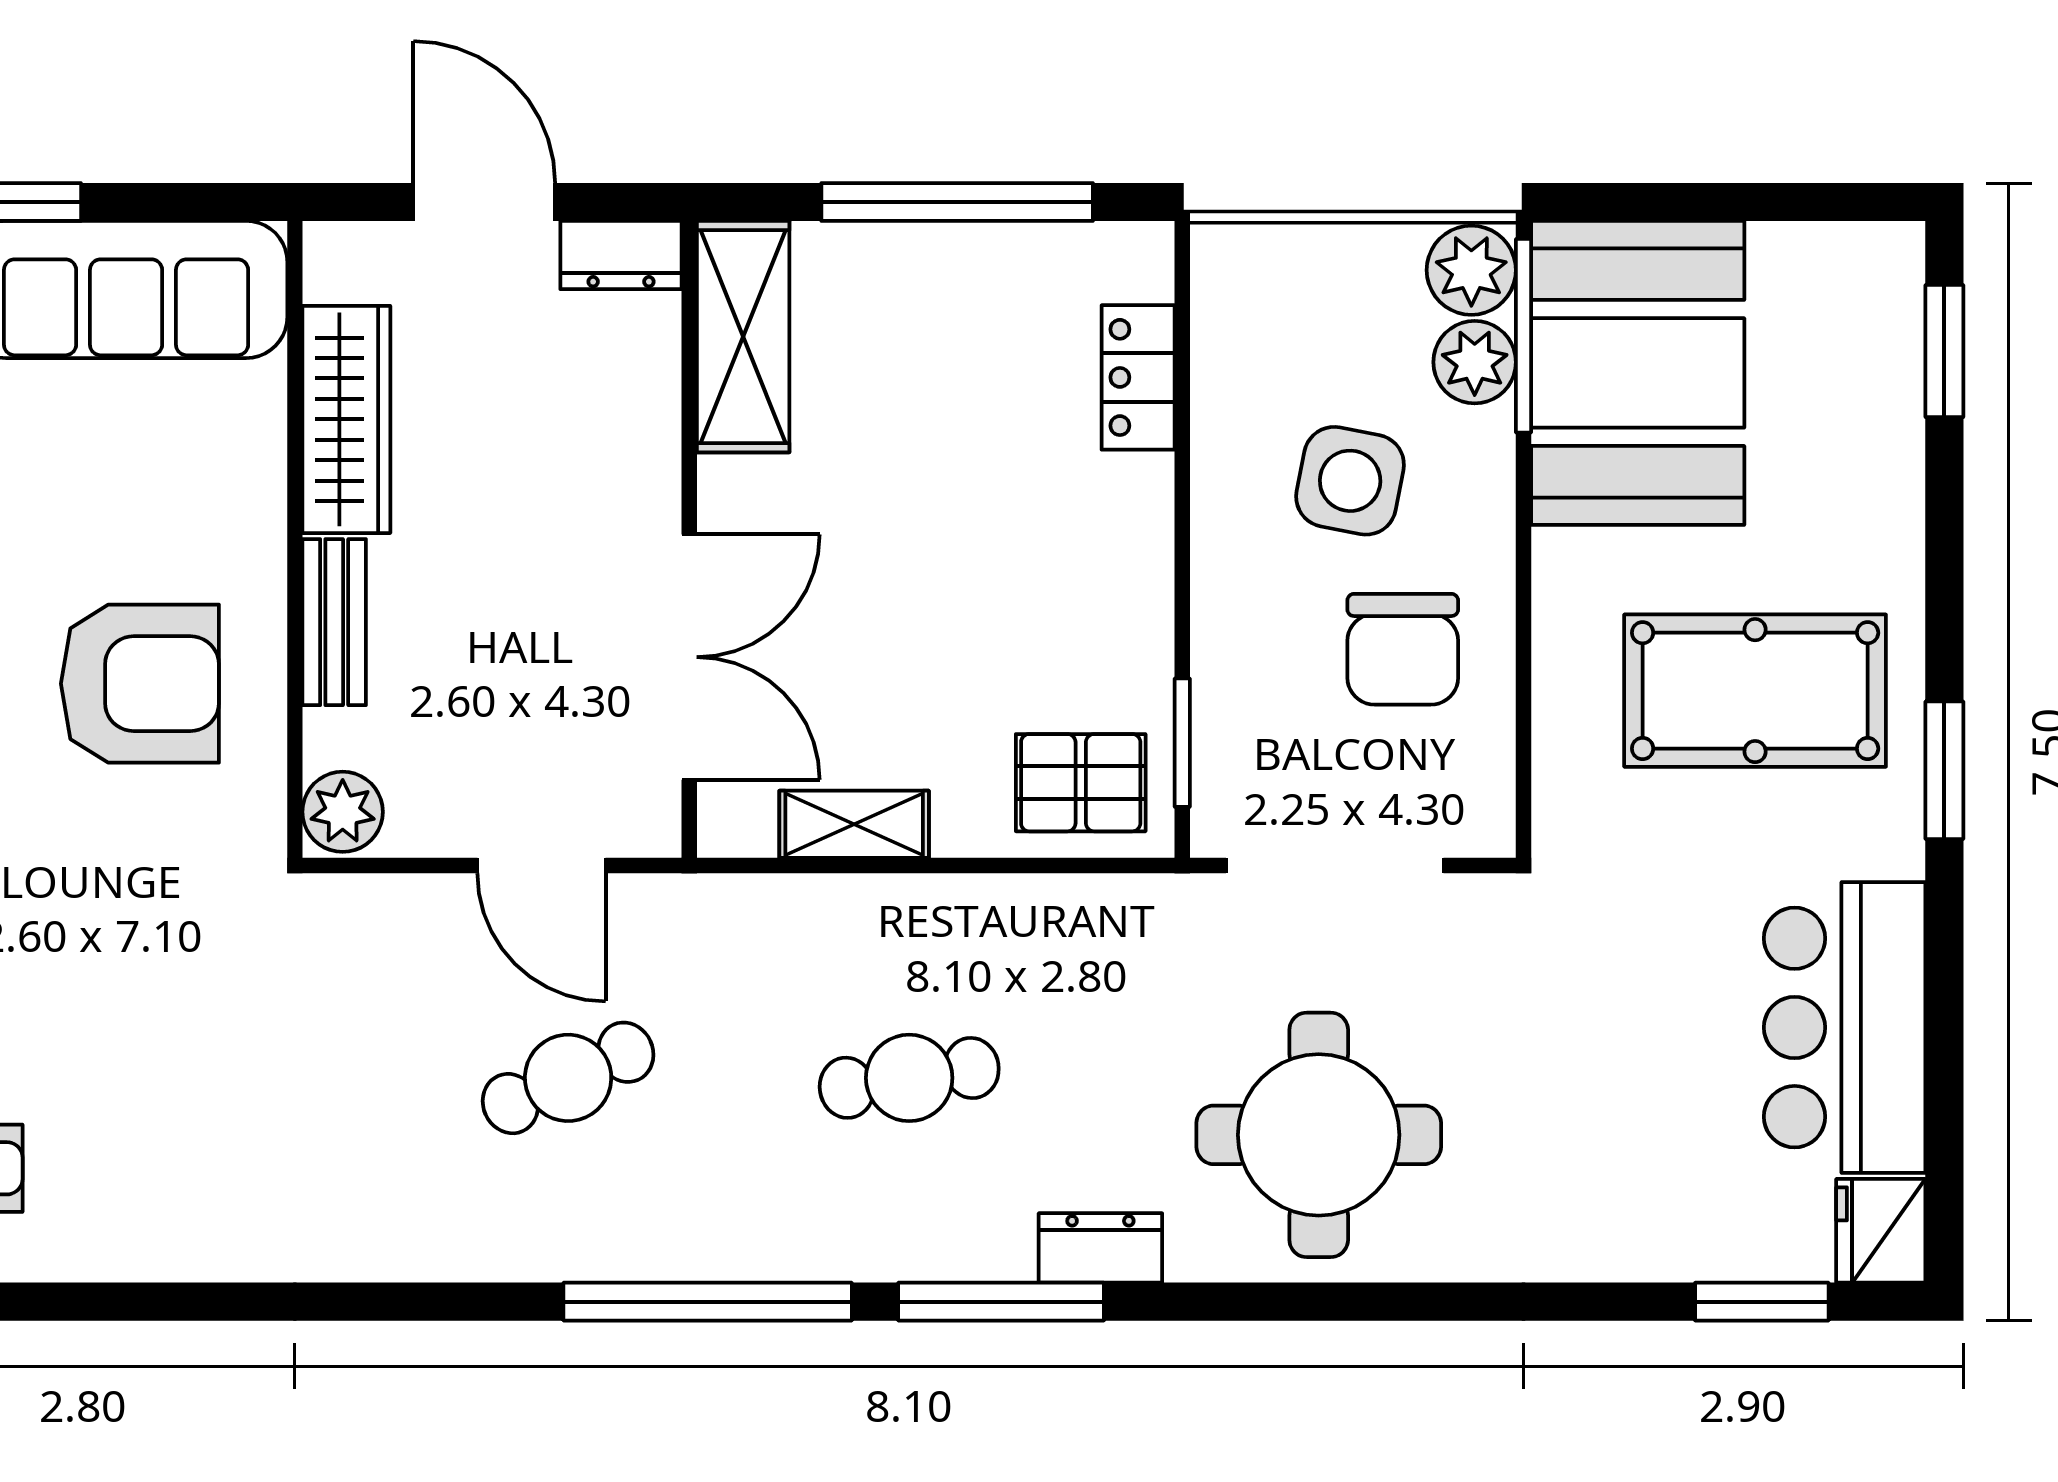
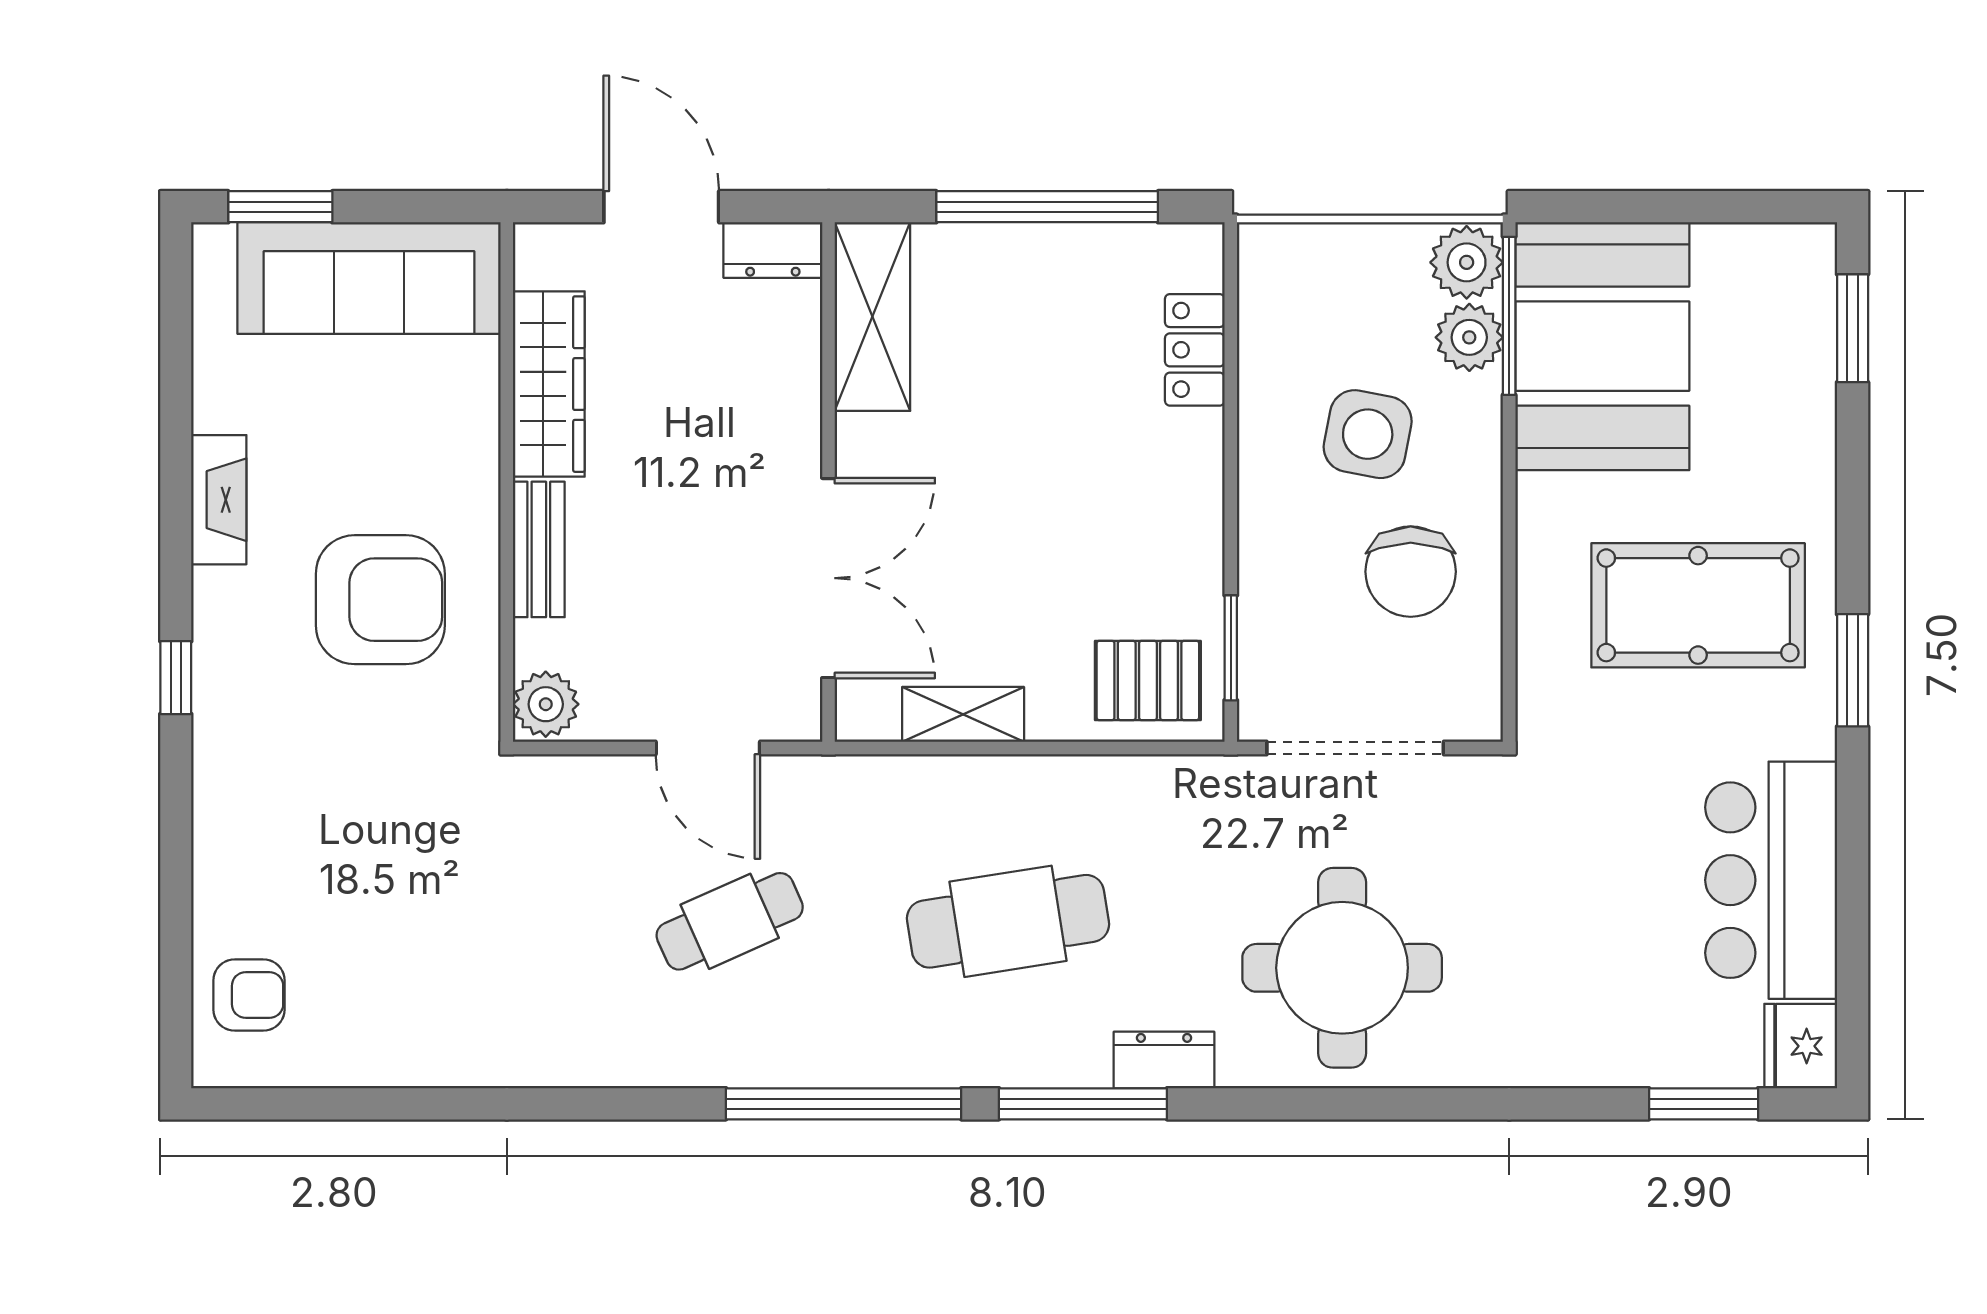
cafe table: (909, 1078) -> (1008, 921), width x1.37, depth x1.35

